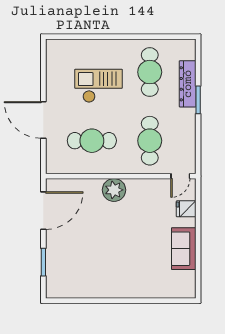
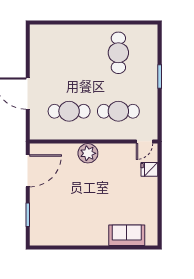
dresser: (188, 84) -> (151, 63), removed
checkout: (99, 86) -> (75, 64), removed
cafe table: (150, 141) -> (118, 111), turned 90
sofa: (184, 249) -> (127, 235), moved, turned 90

